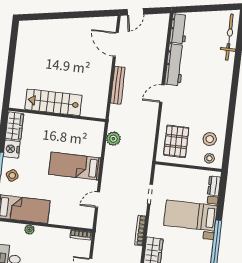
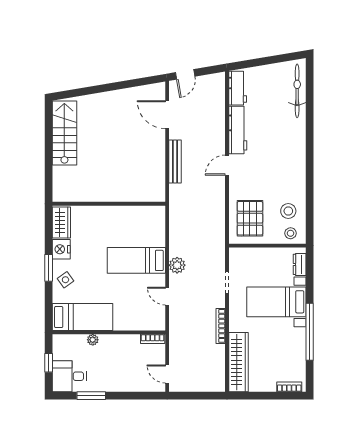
stairs: (53, 102) -> (64, 133), moved, turned 90
plant: (113, 139) -> (177, 265), moved
door: (98, 200) -> (167, 296), hinge flipped

